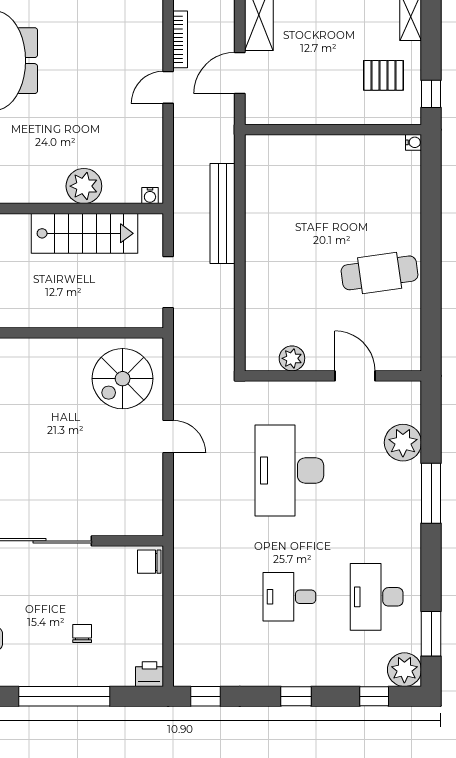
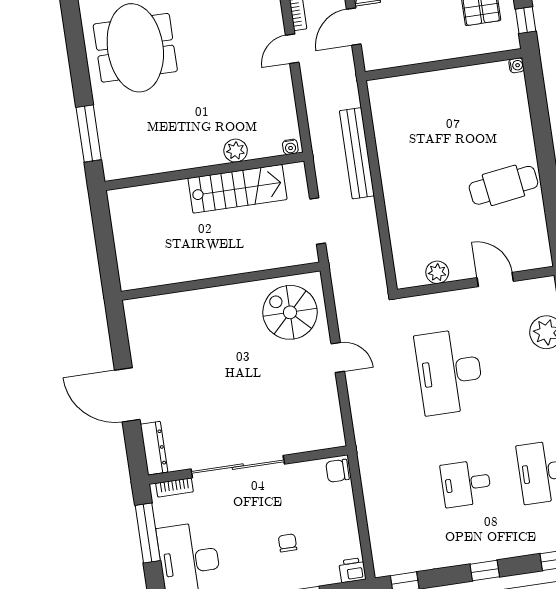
plant: (84, 186) -> (236, 151), width x0.73, depth x0.73
spiral stairs: (123, 379) -> (290, 312), turned 90

